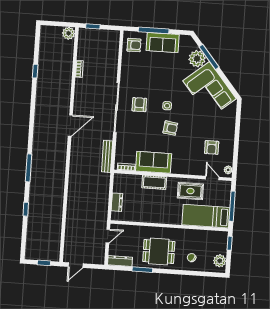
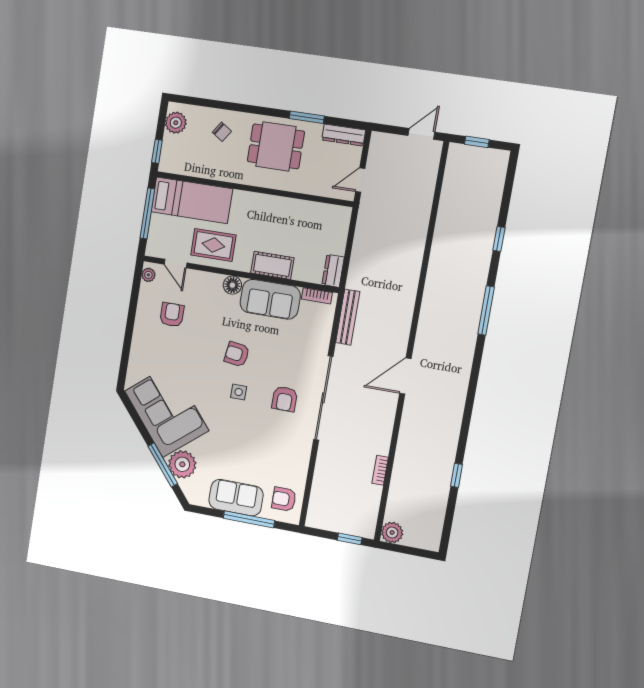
floor lamp: (177, 169) -> (232, 285), added
dresser: (117, 202) -> (333, 271), moved

